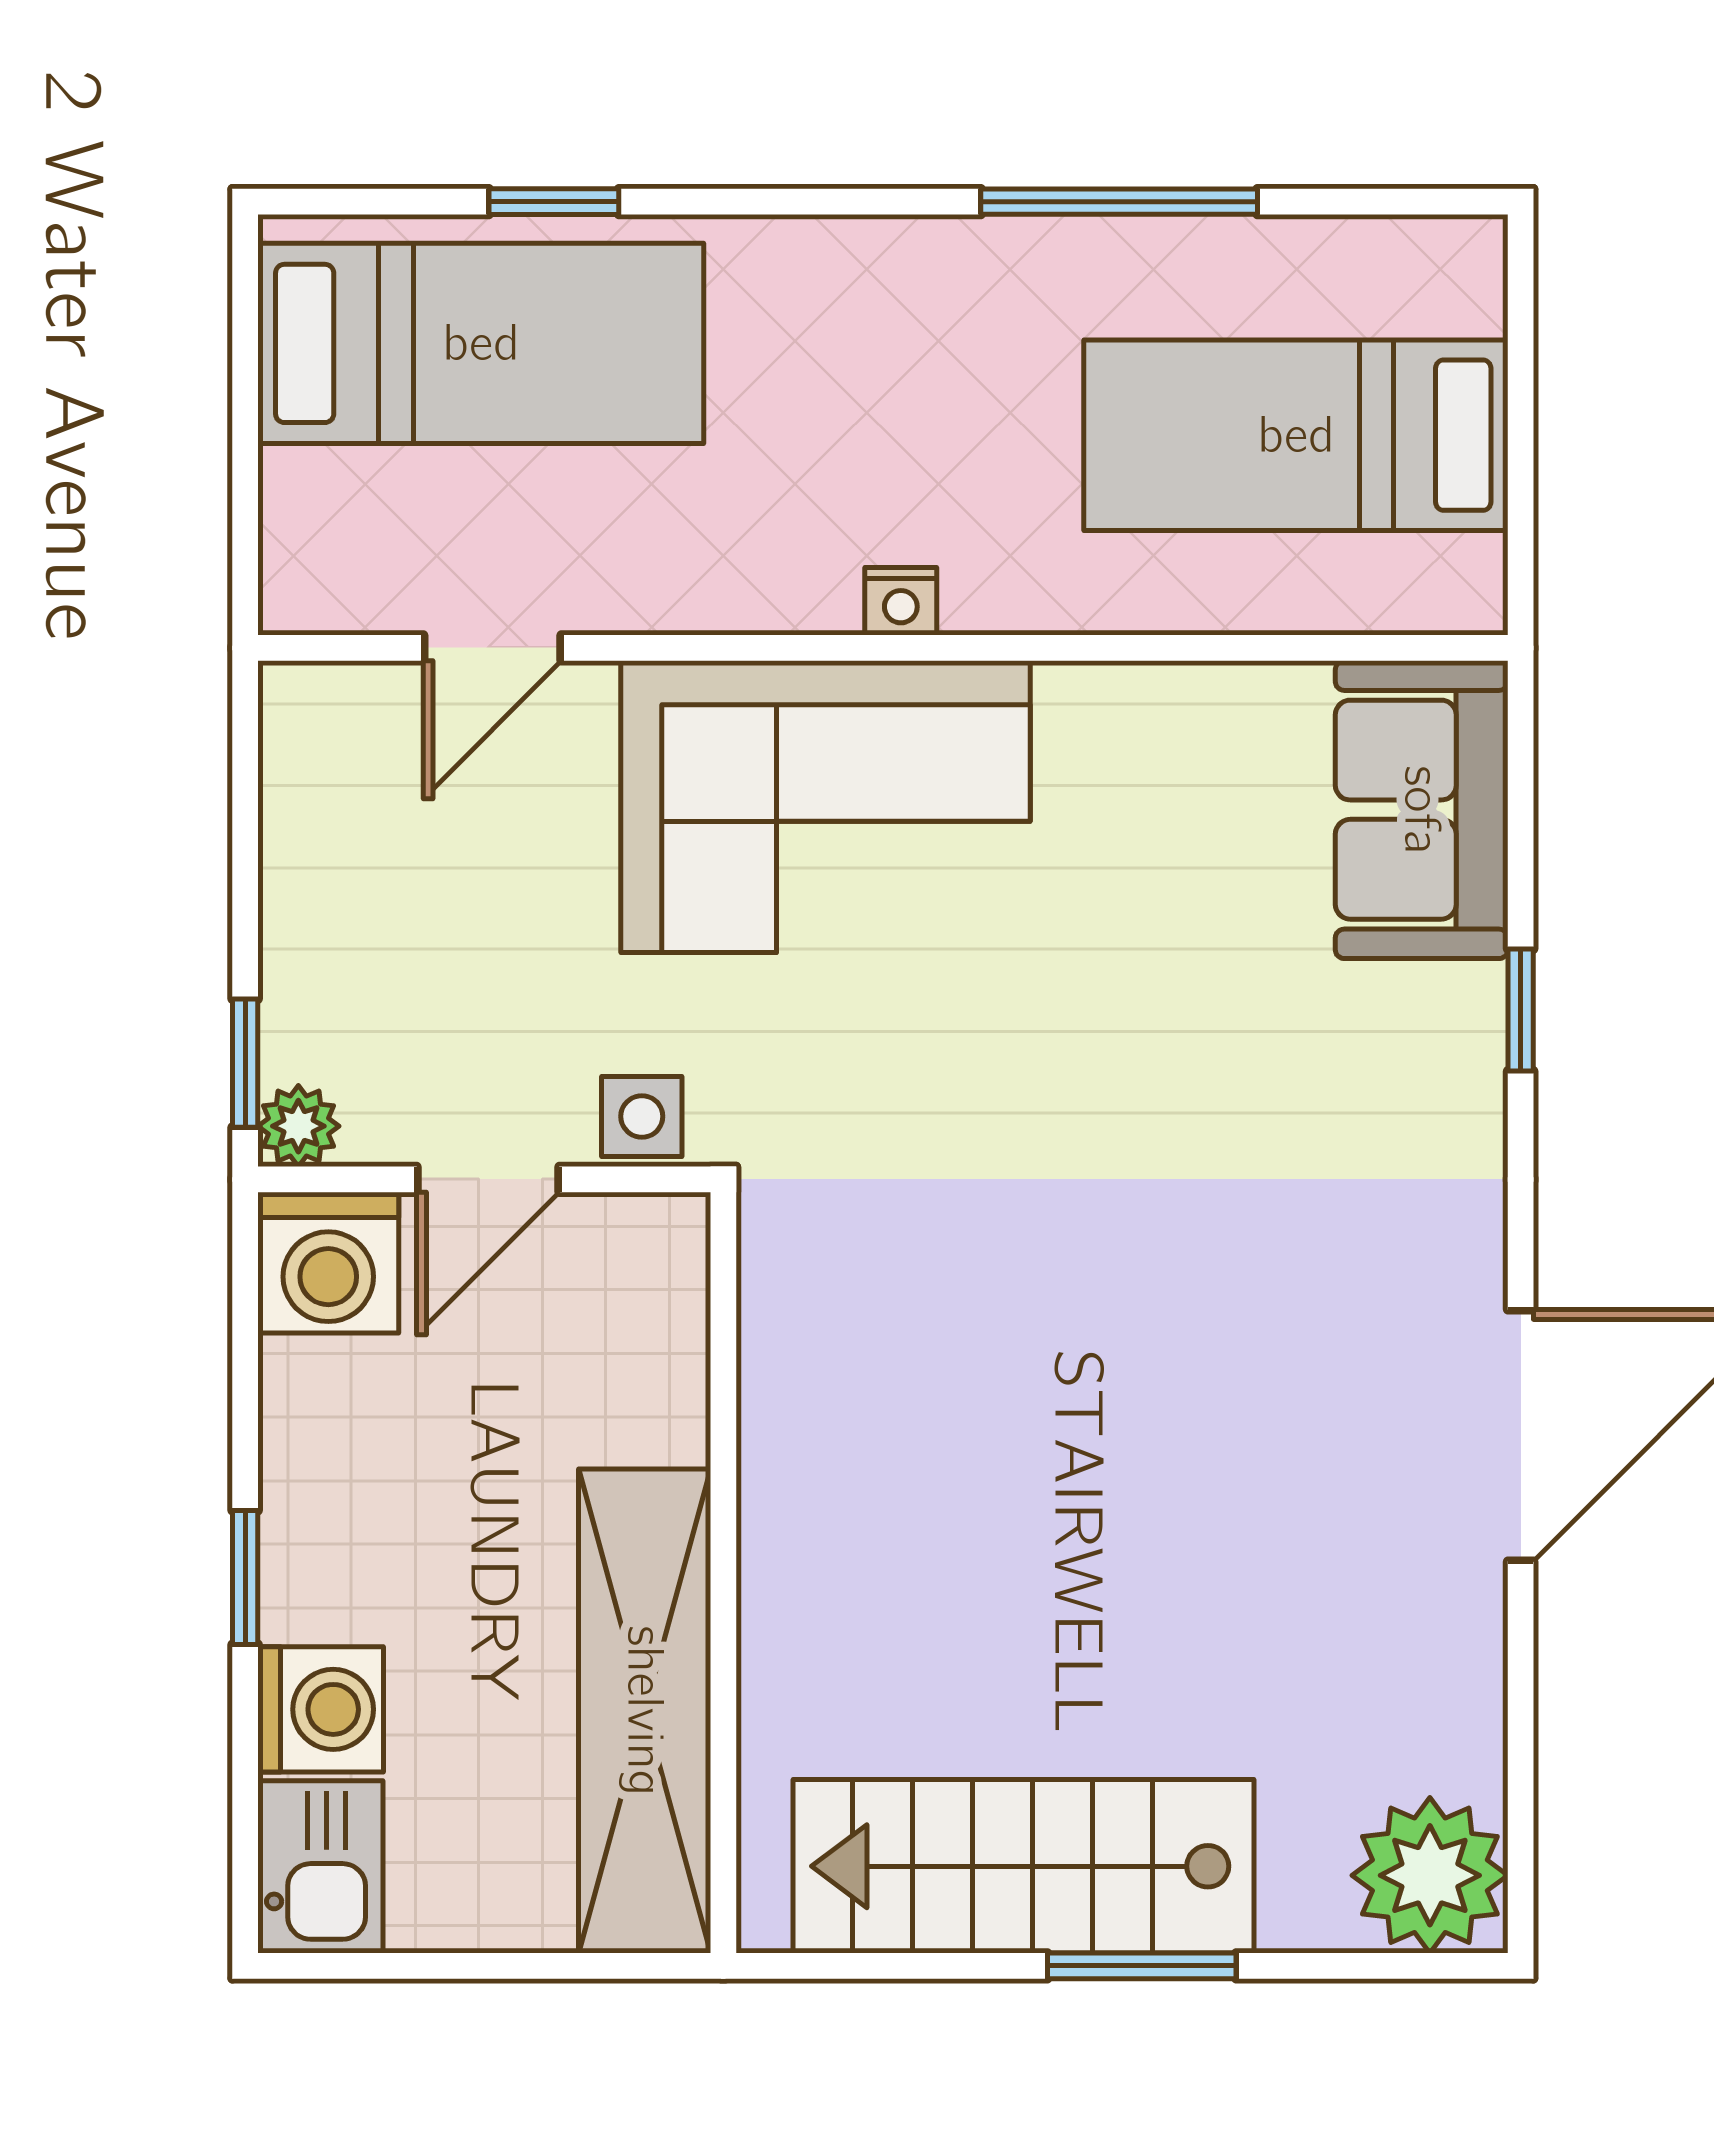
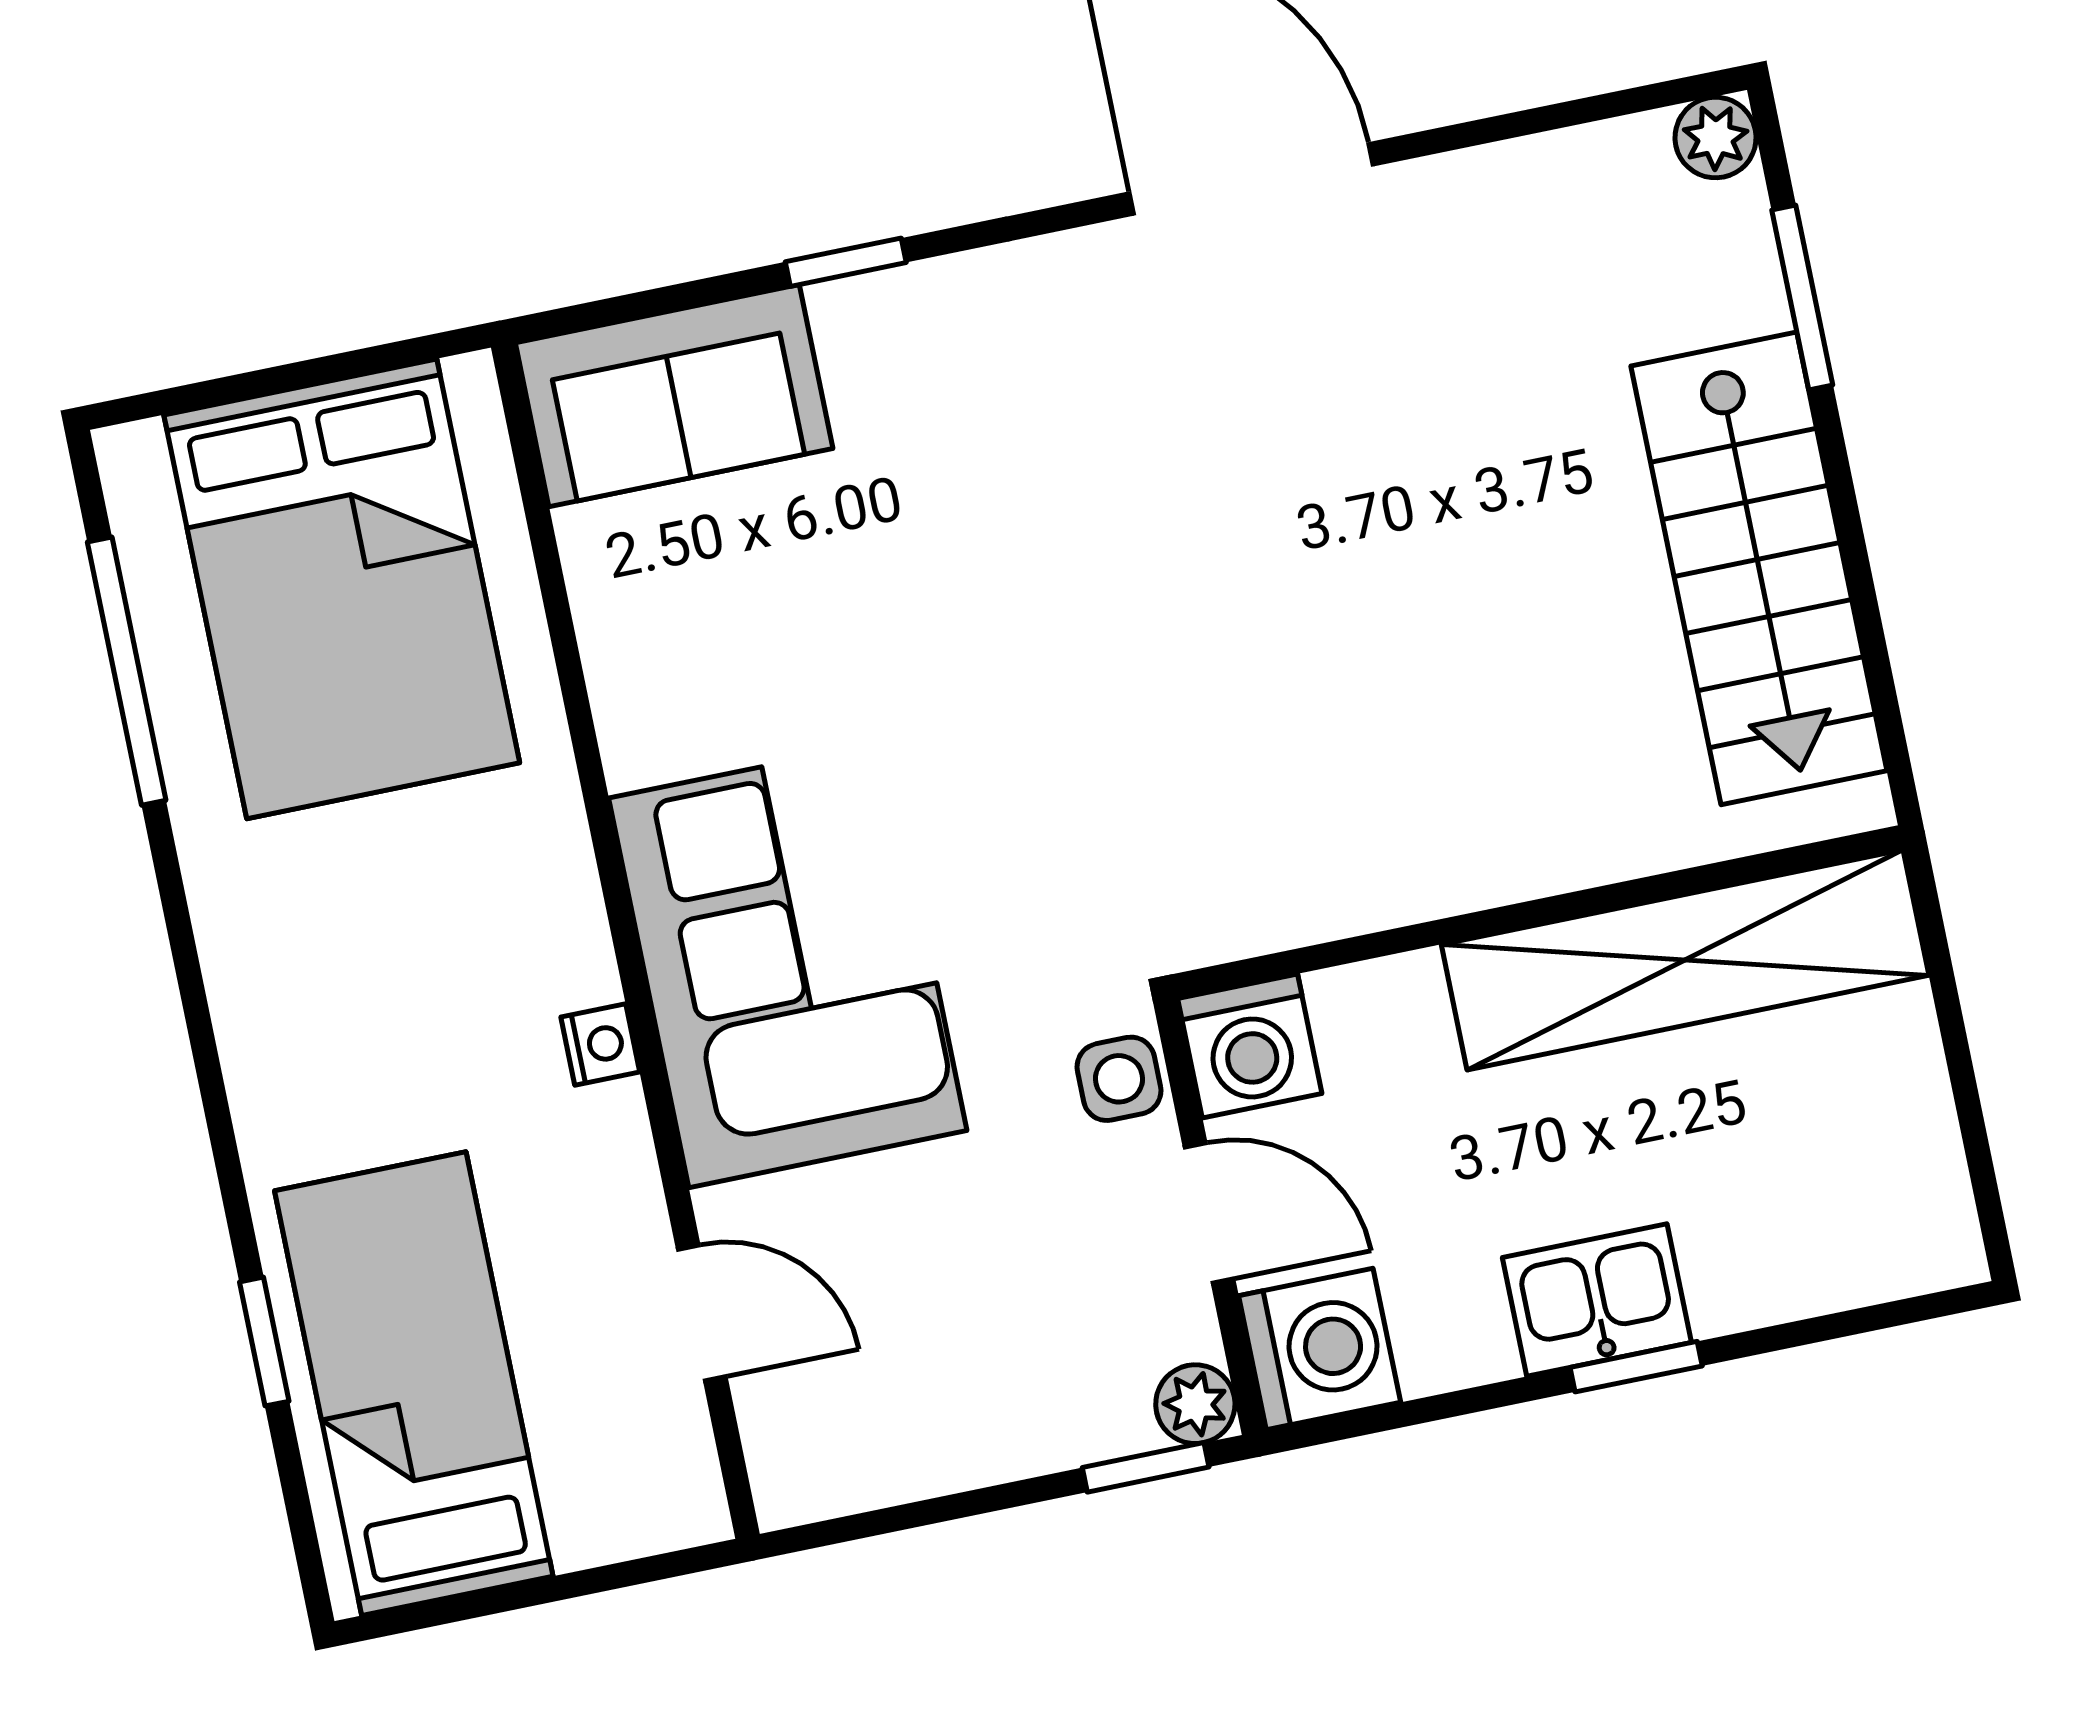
window: (1119, 202) -> (127, 671), moved
bed: (1296, 435) -> (342, 589), width x1.50
nightstand: (901, 601) -> (600, 1044), moved
washing machine: (321, 1709) -> (1250, 1046), moved, turned 180
kitchen sink: (320, 1867) -> (1597, 1300), moved
plant: (1430, 1875) -> (1716, 138), width x0.53, depth x0.53
window: (1142, 1966) -> (1802, 297), moved

